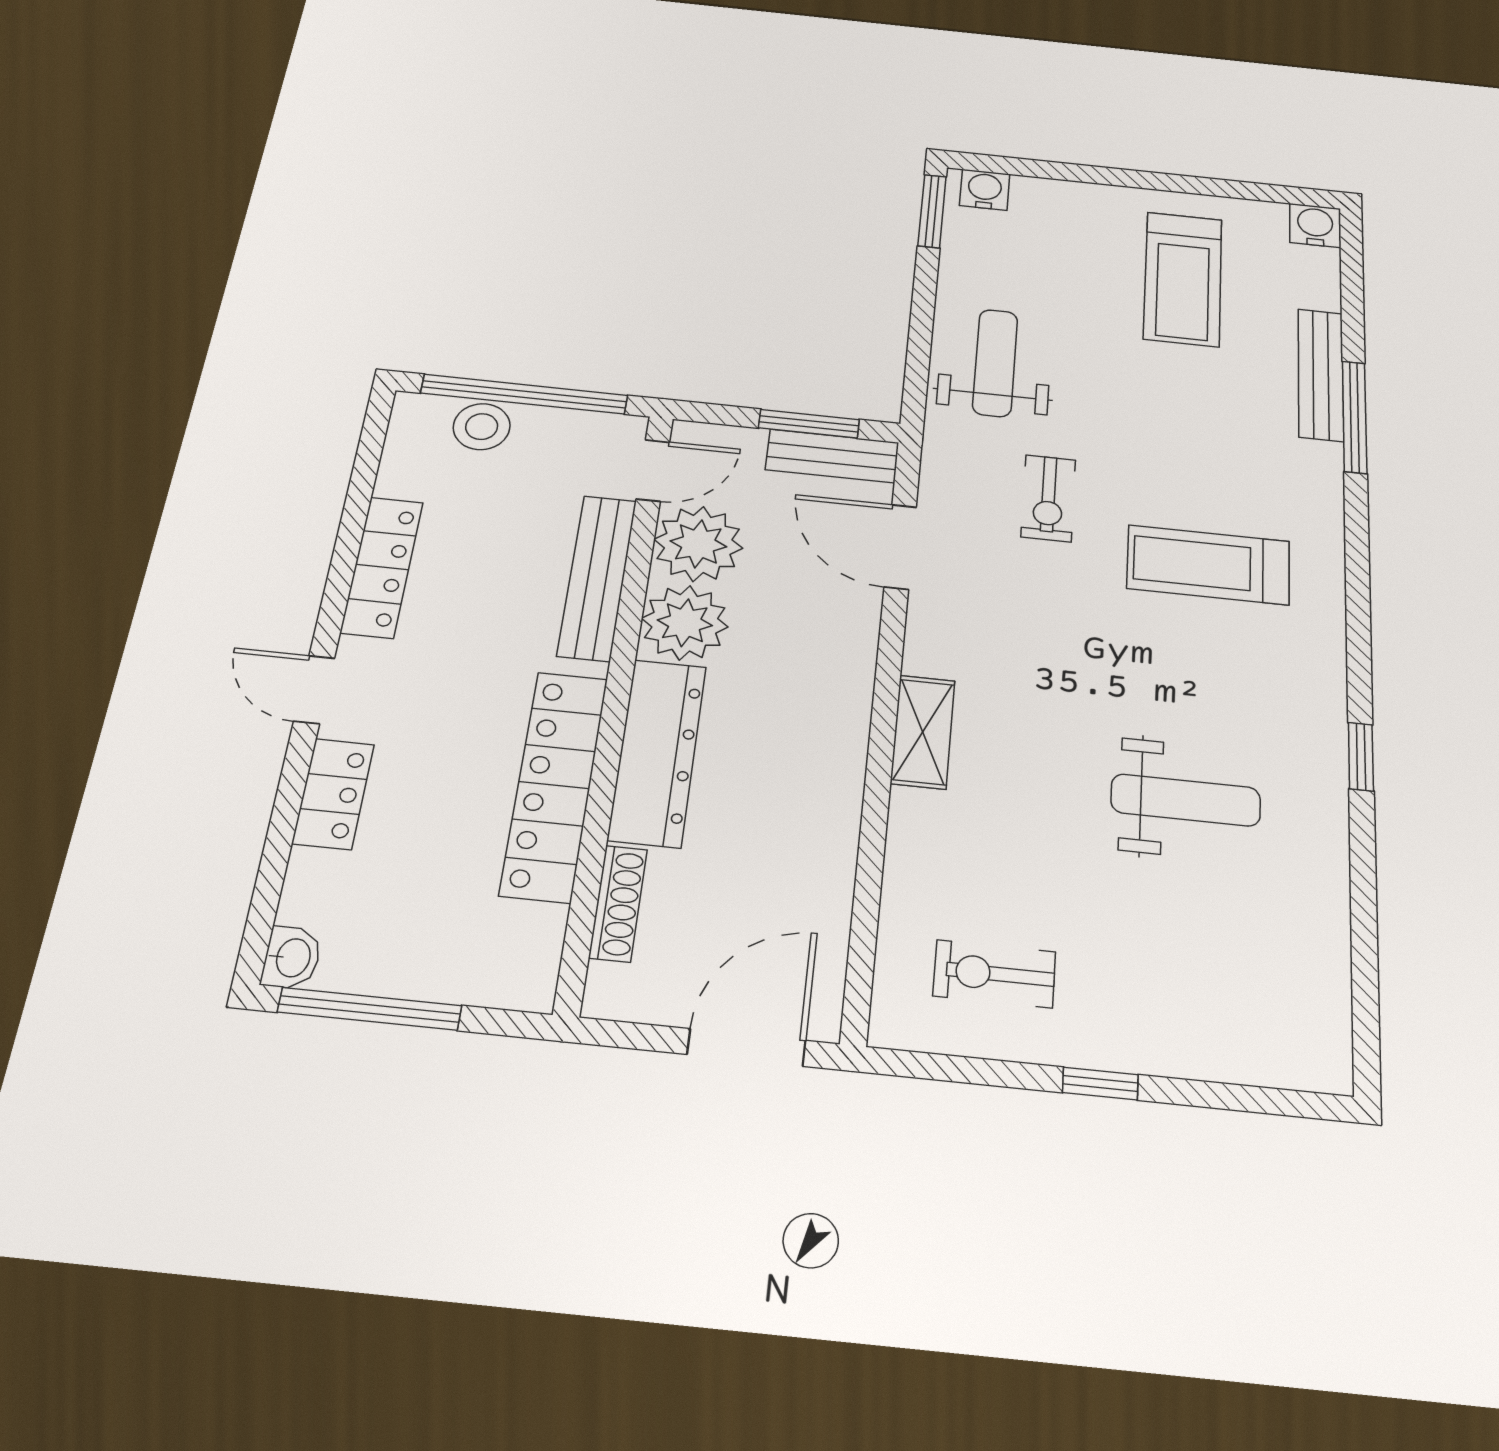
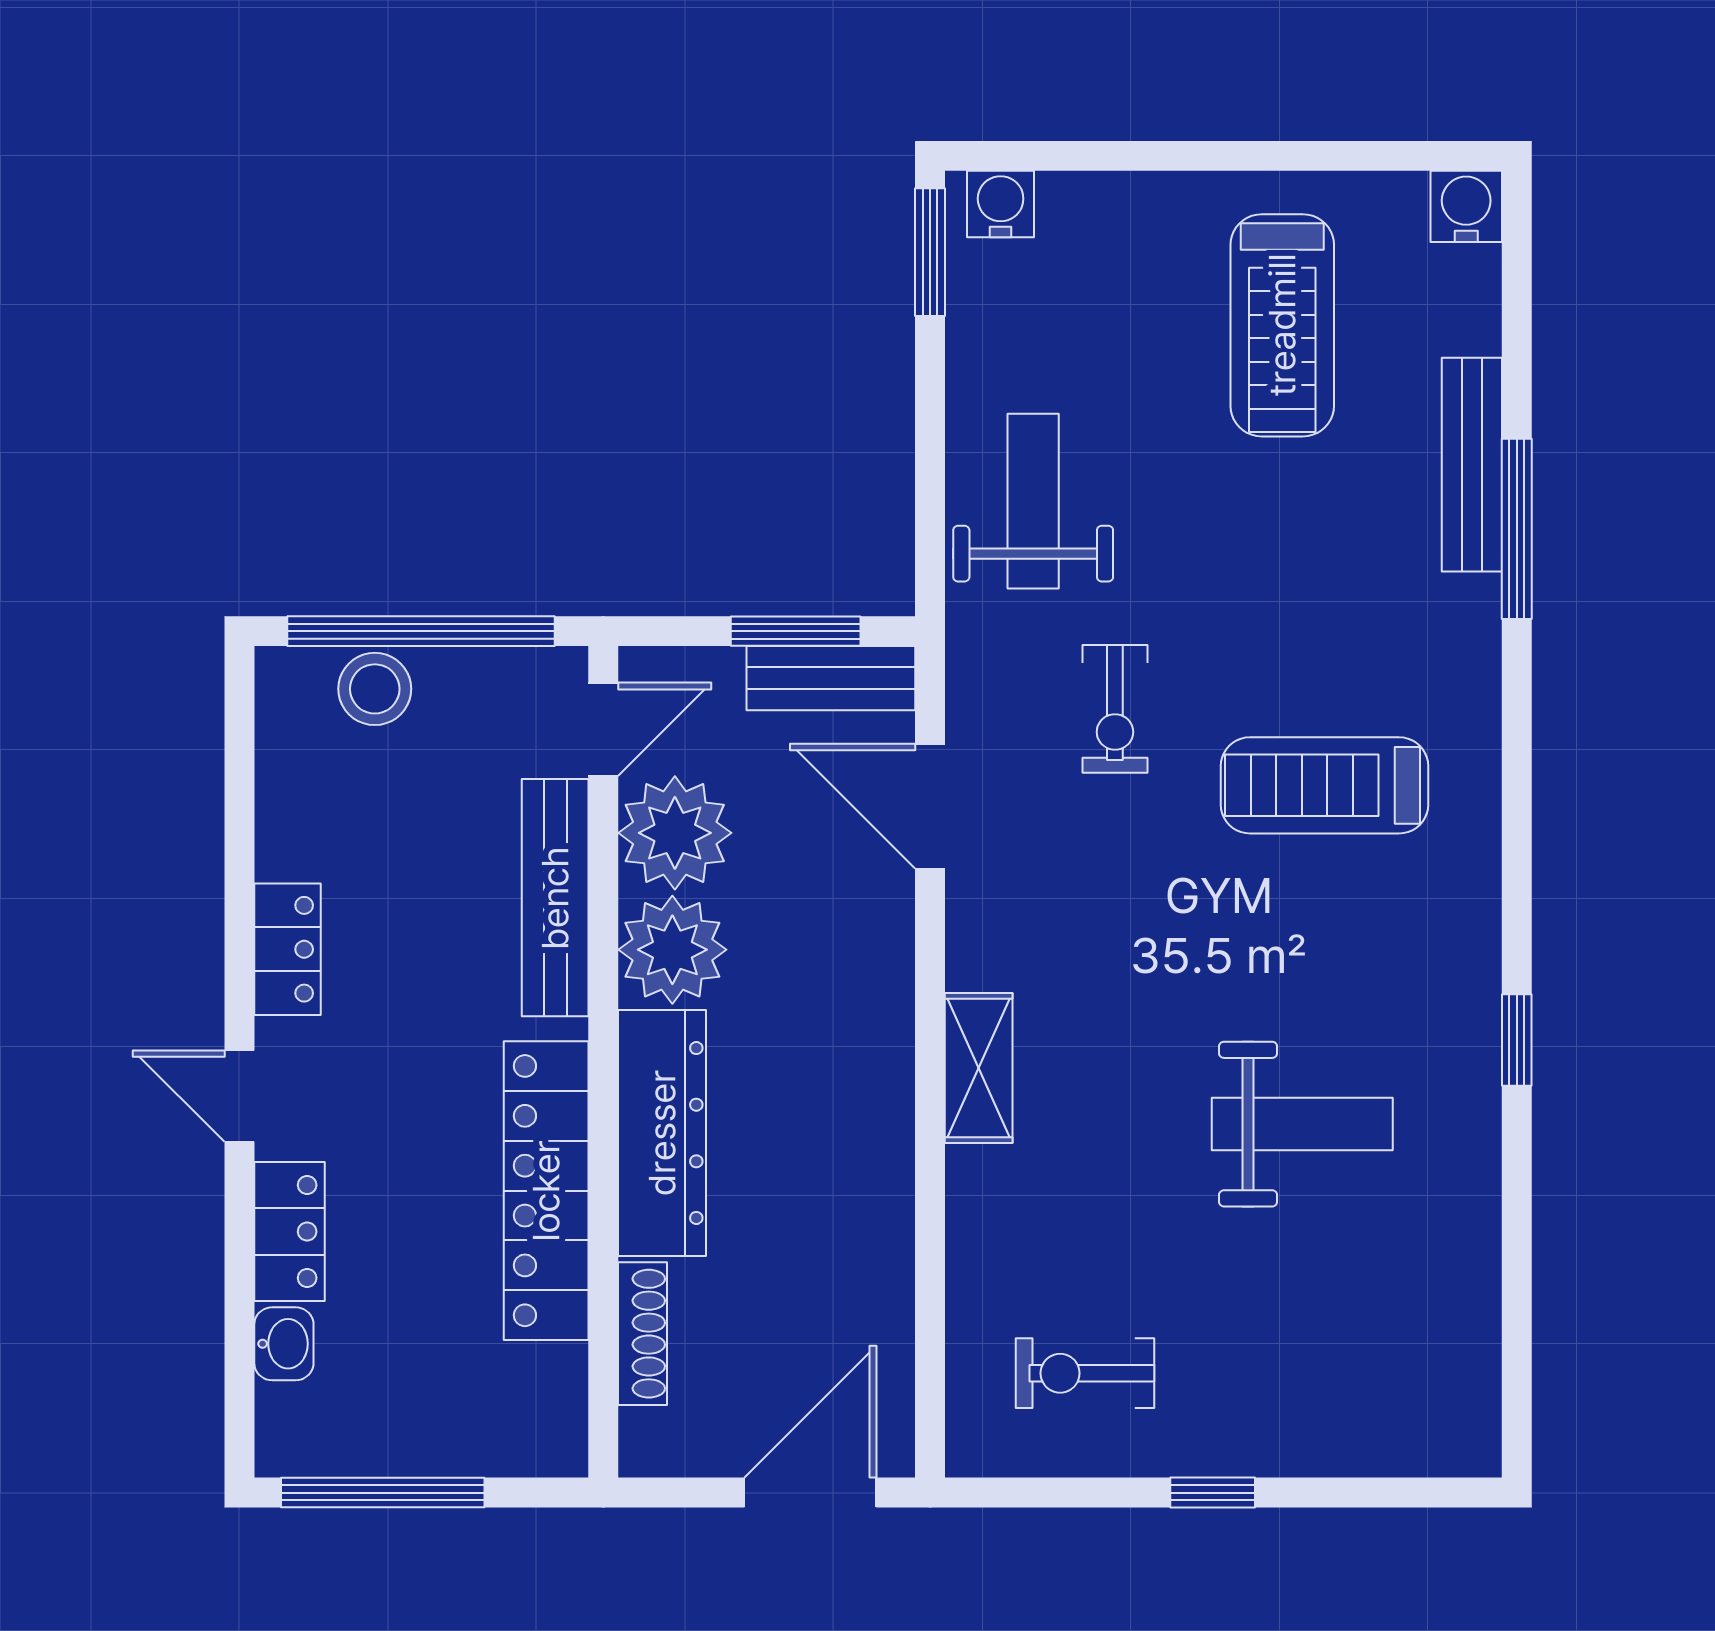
locker: (382, 567) -> (288, 949), width x0.66
washbasin: (292, 958) -> (284, 1344), moved

